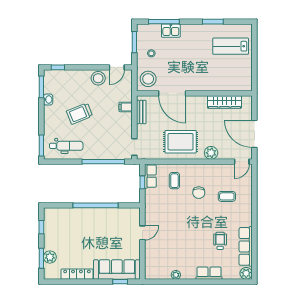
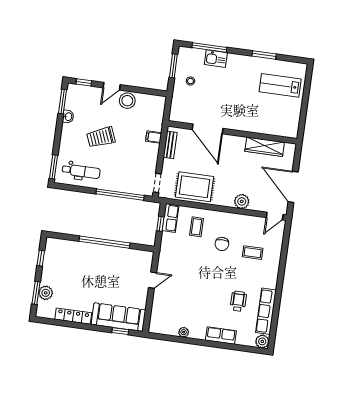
door: (117, 67) -> (112, 86), moved
stool: (148, 79) -> (183, 109), removed
rug: (181, 142) -> (195, 187), moved

